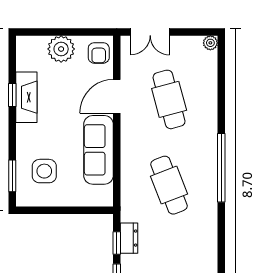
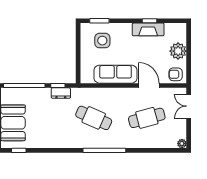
cafe table: (169, 185) -> (94, 118), turned 45

